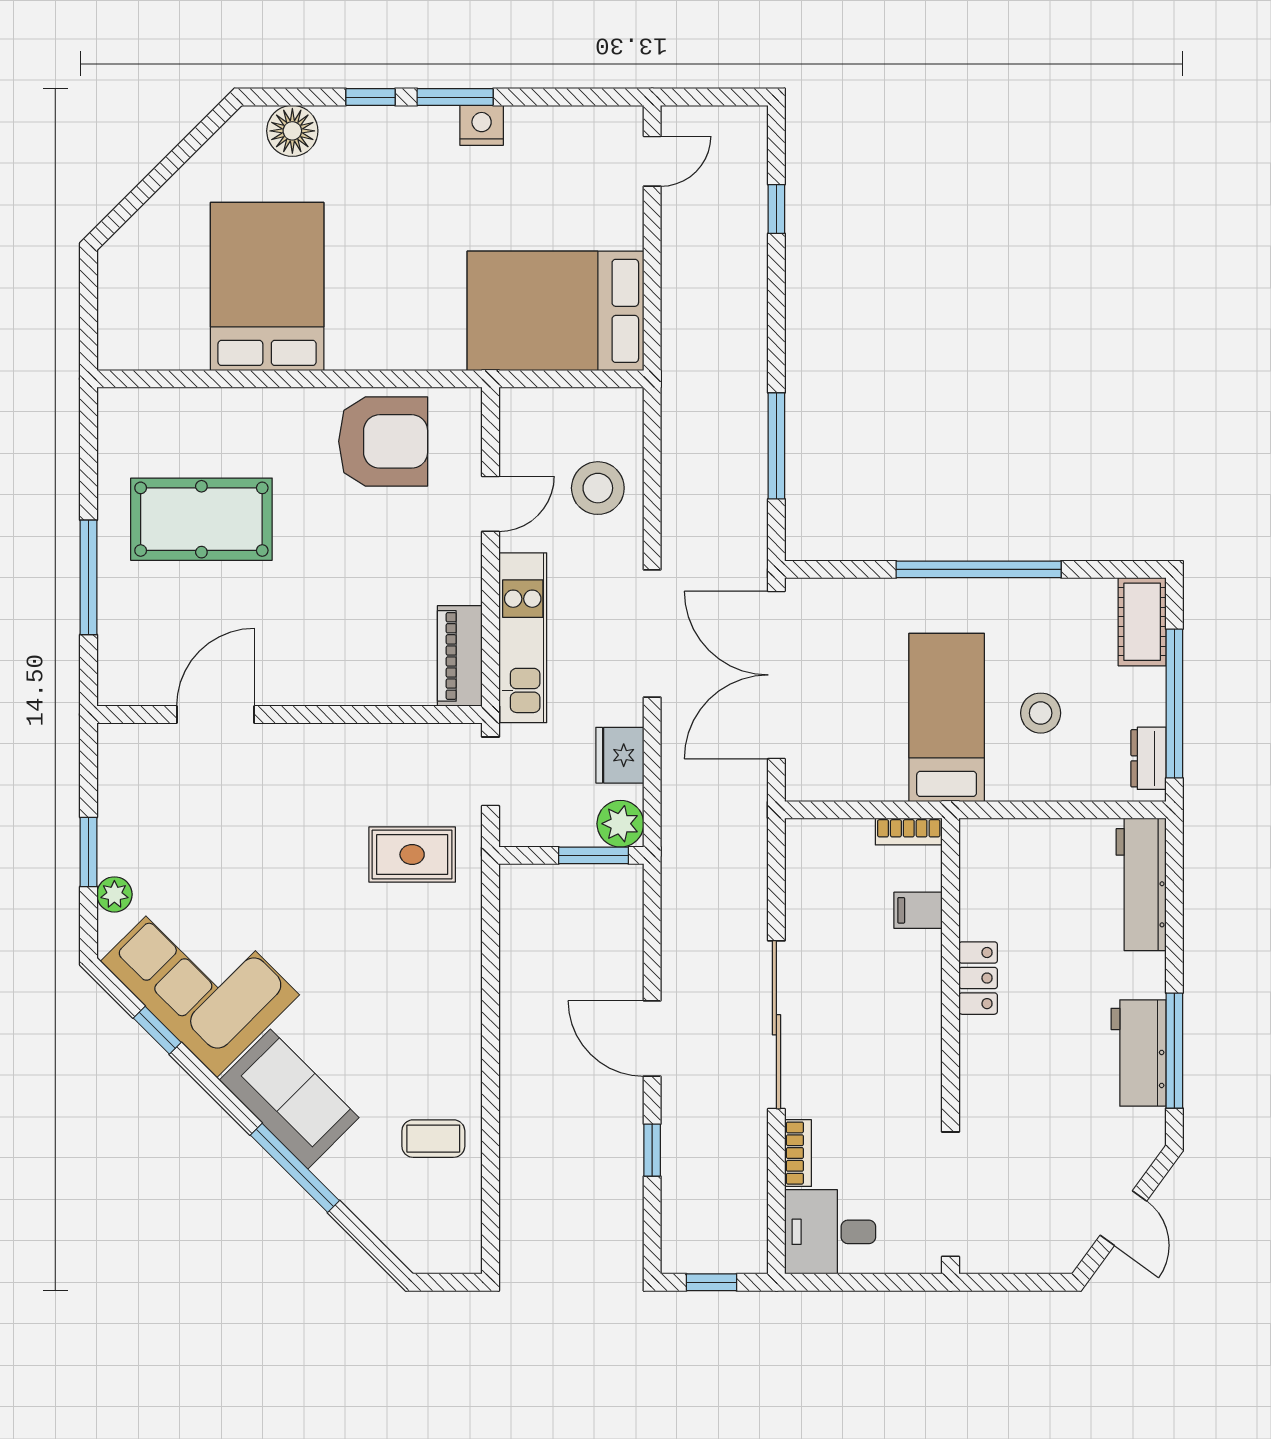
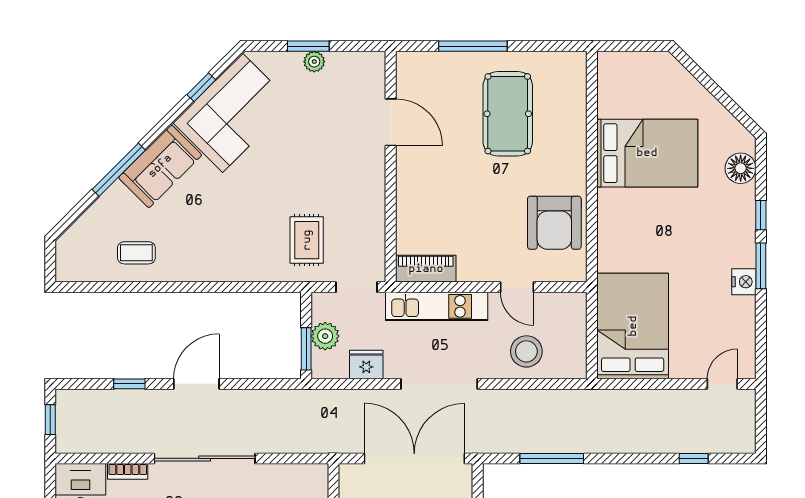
door: (652, 161) -> (722, 384), swing flipped
plant: (620, 824) -> (325, 336), moved
plant: (114, 894) -> (314, 62), moved
coffee table: (433, 1139) -> (136, 253), turned 90

